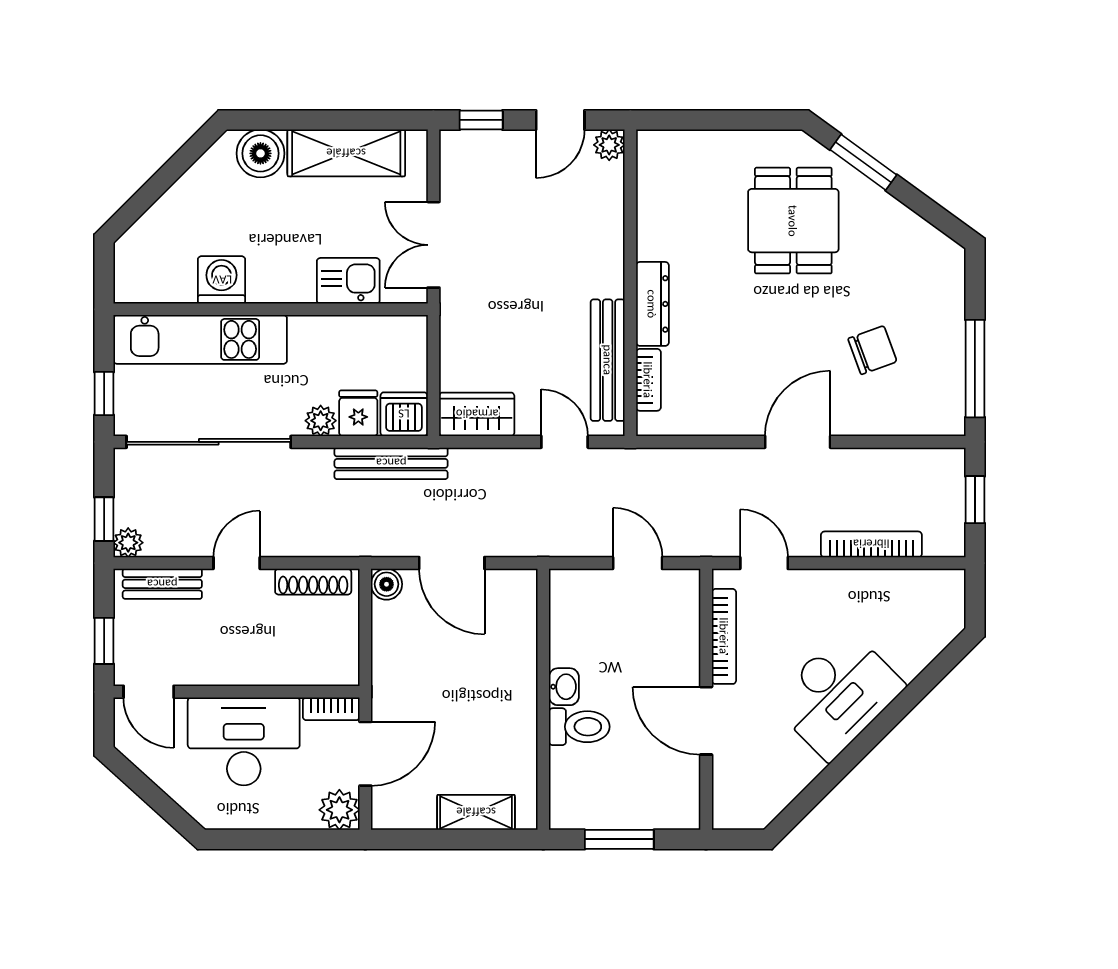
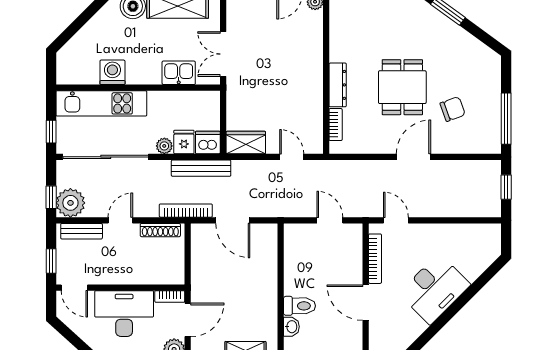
dining table: (793, 221) -> (402, 87), moved
bench: (608, 360) -> (314, 114), removed
plant: (128, 543) -> (70, 203), width x1.87, depth x1.87
bookcase: (871, 544) -> (186, 211), moved
boiler: (387, 584) -> (199, 231), removed
washbasin: (564, 687) -> (291, 327), moved

